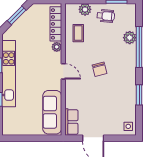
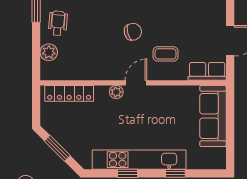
coffee table: (78, 33) -> (166, 54), moved
plant: (57, 47) -> (116, 92), moved
sofa: (52, 112) -> (213, 116), moved, turned 90

